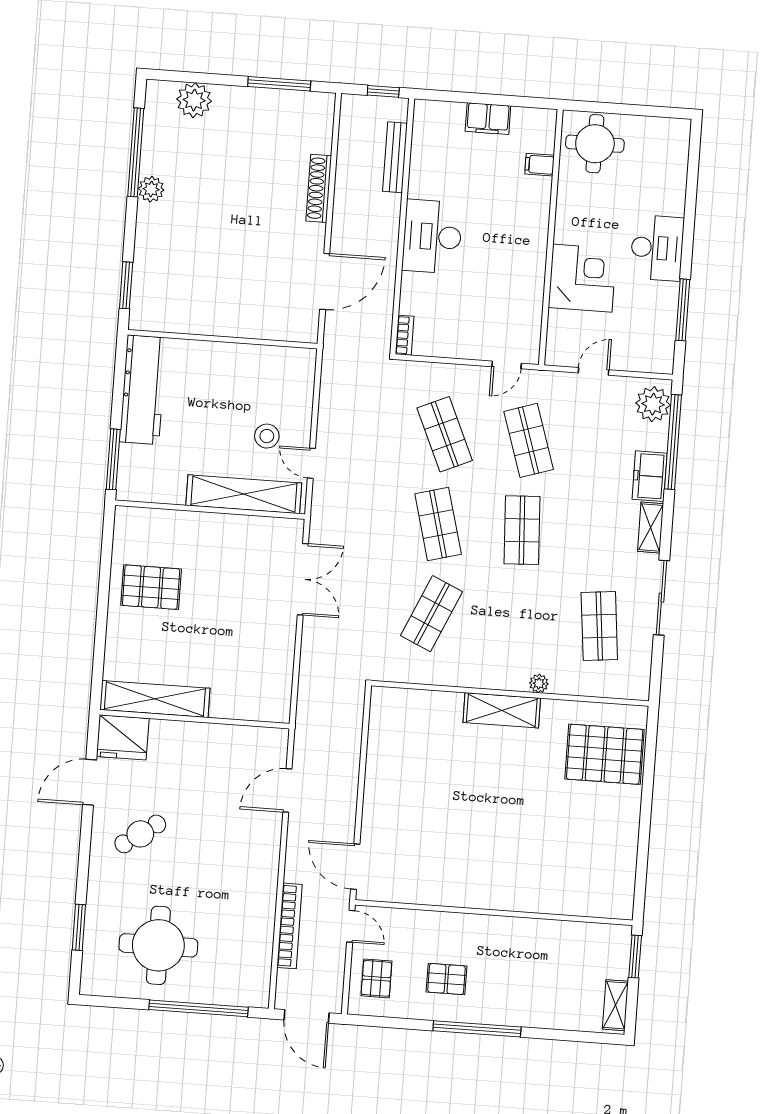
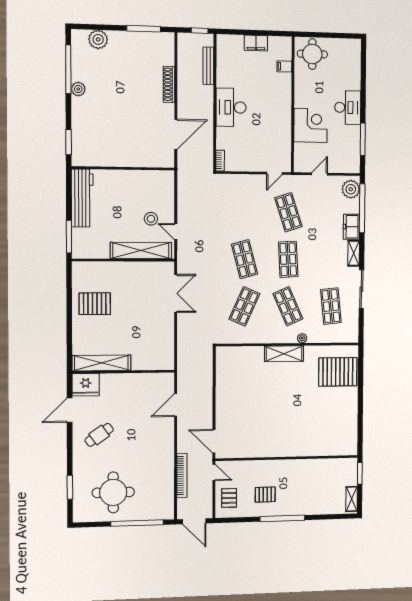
shop shelf: (445, 434) -> (288, 306), moved

